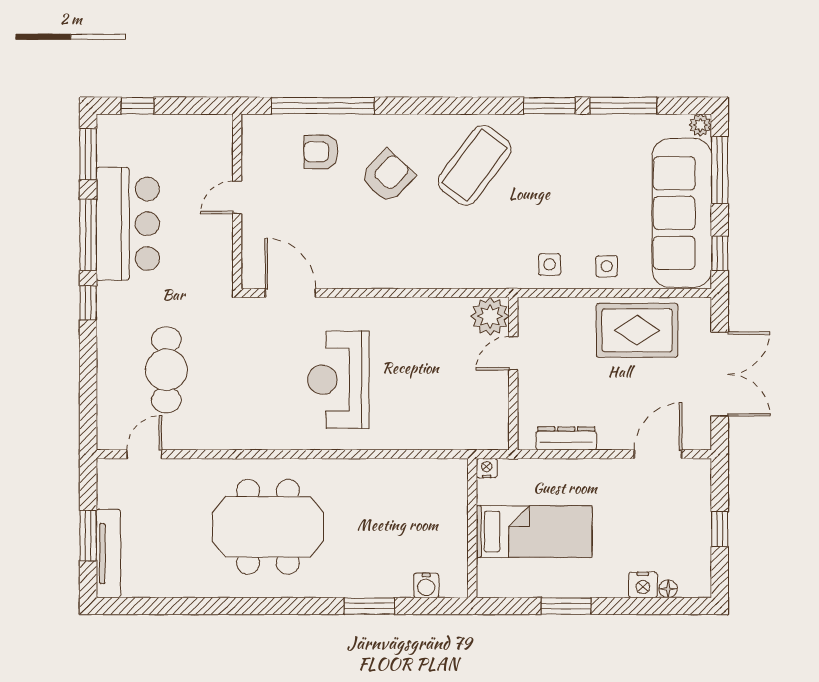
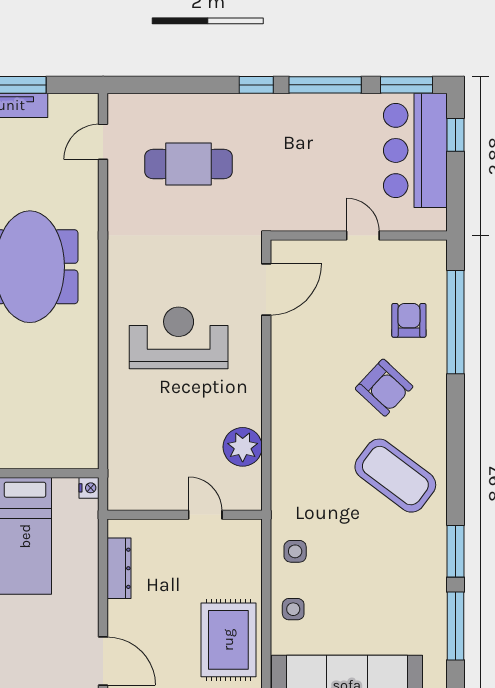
bar counter: (128, 224) -> (415, 150), moved, turned 90
plant: (490, 316) -> (243, 447), moved
door: (144, 454) -> (103, 142), swing flipped

